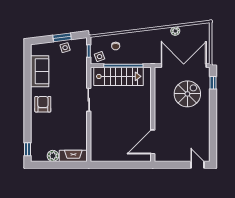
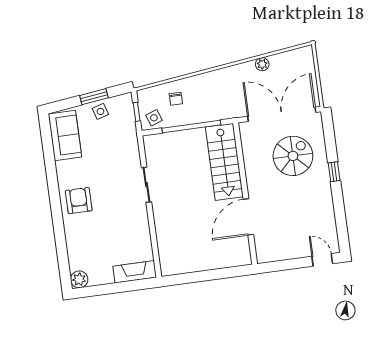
sofa: (40, 71) -> (65, 135), moved
stairs: (119, 76) -> (224, 162), moved, turned 90
window: (213, 83) -> (334, 172), moved
door: (153, 142) -> (248, 217), moved
window: (27, 149) -> (65, 271), removed
plant: (53, 156) -> (79, 279), moved

